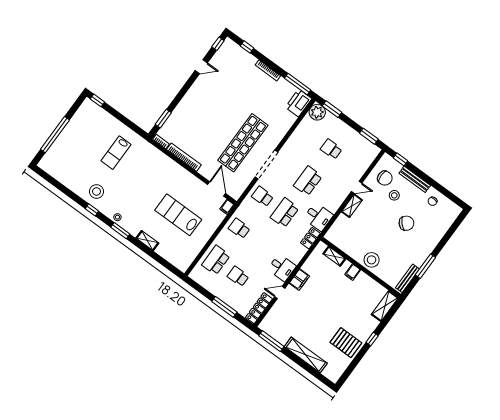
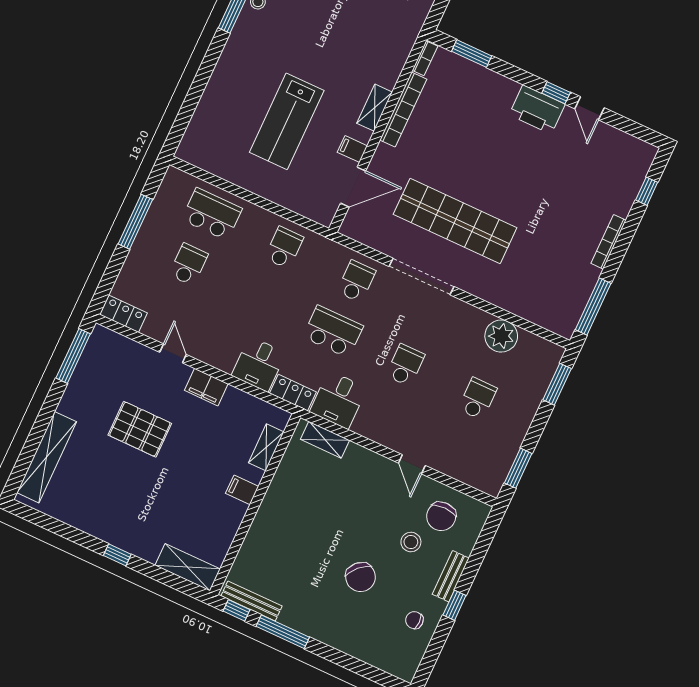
window: (218, 44) -> (556, 93), moved
printer: (299, 103) -> (537, 109), moved, turned 180
plant: (317, 112) -> (501, 336), moved
window: (401, 159) -> (454, 605), moved
bench: (415, 179) -> (451, 576), width x0.73
school desk: (308, 181) -> (405, 365), width x0.54
shelving: (352, 206) -> (325, 440), moved
filing cabinet: (227, 207) -> (352, 149), moved
lab bench: (178, 215) -> (287, 121), turned 180
shelving: (147, 241) -> (375, 108), moved
stool: (372, 260) -> (274, 523), removed
desk: (282, 268) -> (259, 364), moved
window: (411, 287) -> (237, 610), added
window: (224, 307) -> (135, 222), moved
locker: (259, 308) -> (123, 314), width x0.66
pallet: (346, 343) -> (140, 429), moved, turned 90
shelving: (306, 355) -> (47, 457), moved

